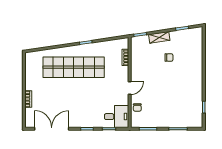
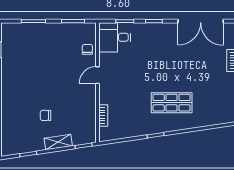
shop shelf: (74, 67) -> (172, 103), width x0.50, depth x0.74

